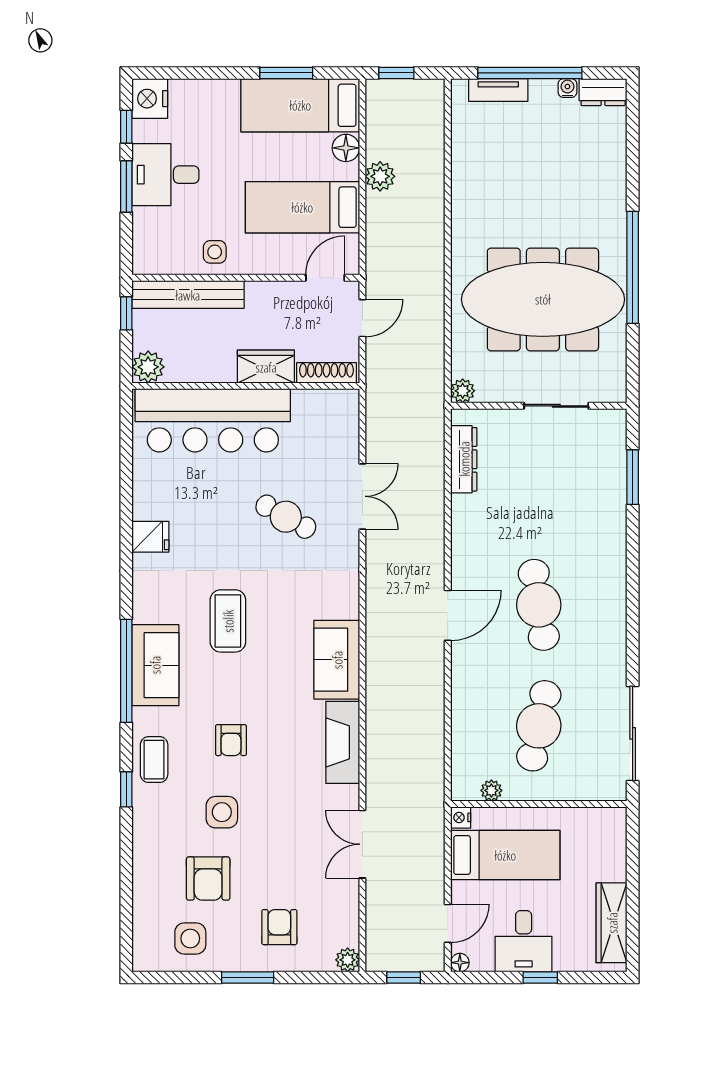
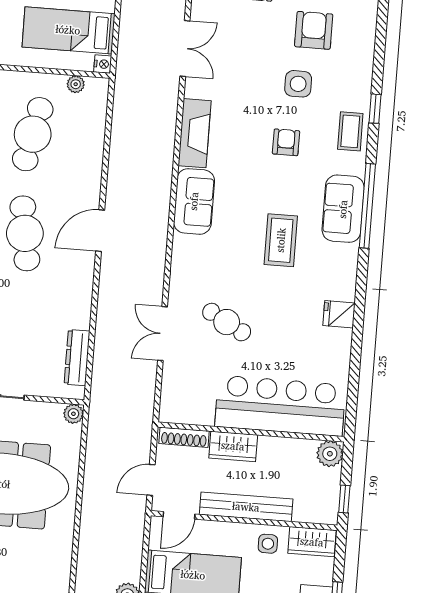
wardrobe: (161, 259) -> (312, 542), added
bench: (188, 295) -> (246, 507), moved

